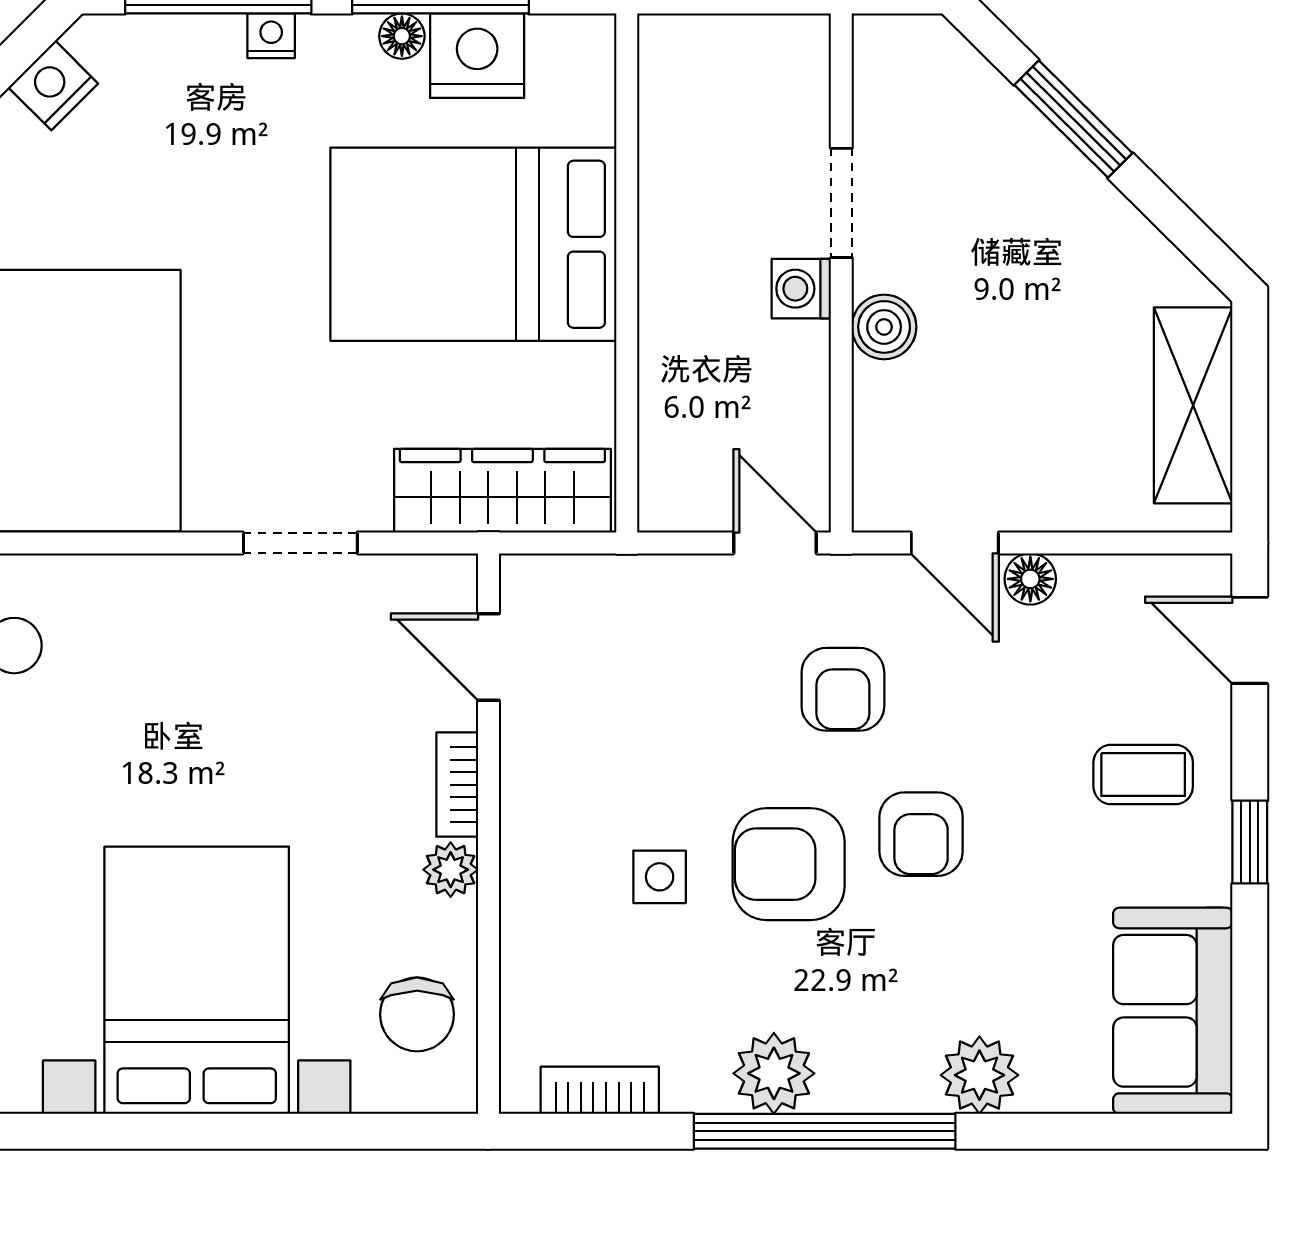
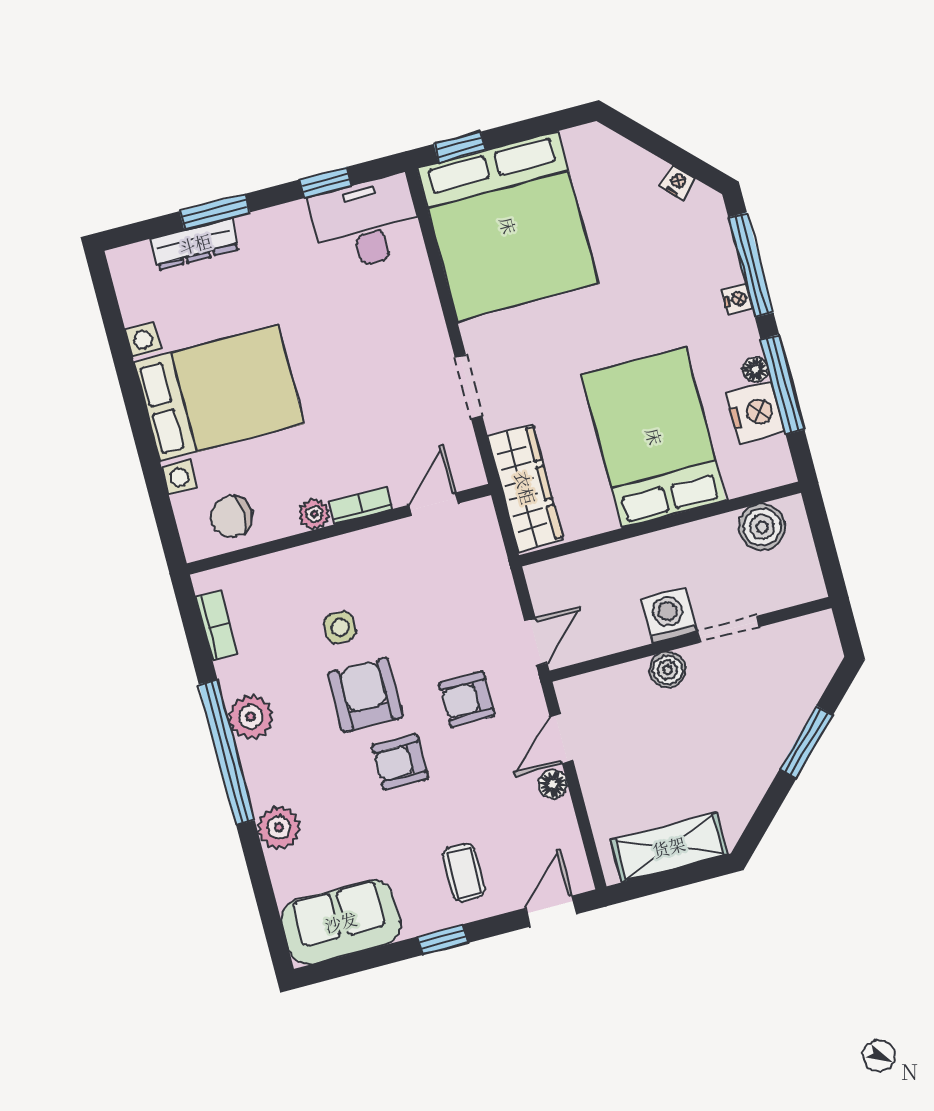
nightstand: (53, 85) -> (677, 183), width x0.72, depth x0.74
boiler: (679, 97) -> (762, 527), added
washing machine: (801, 289) -> (669, 616), width x1.38, depth x1.38

